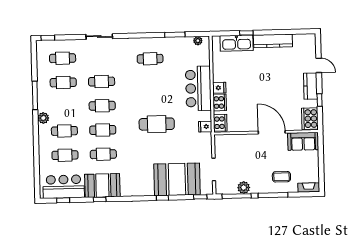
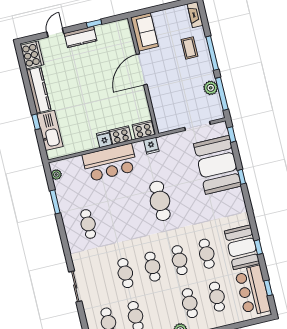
cooker: (310, 119) -> (32, 55), moved, turned -90

